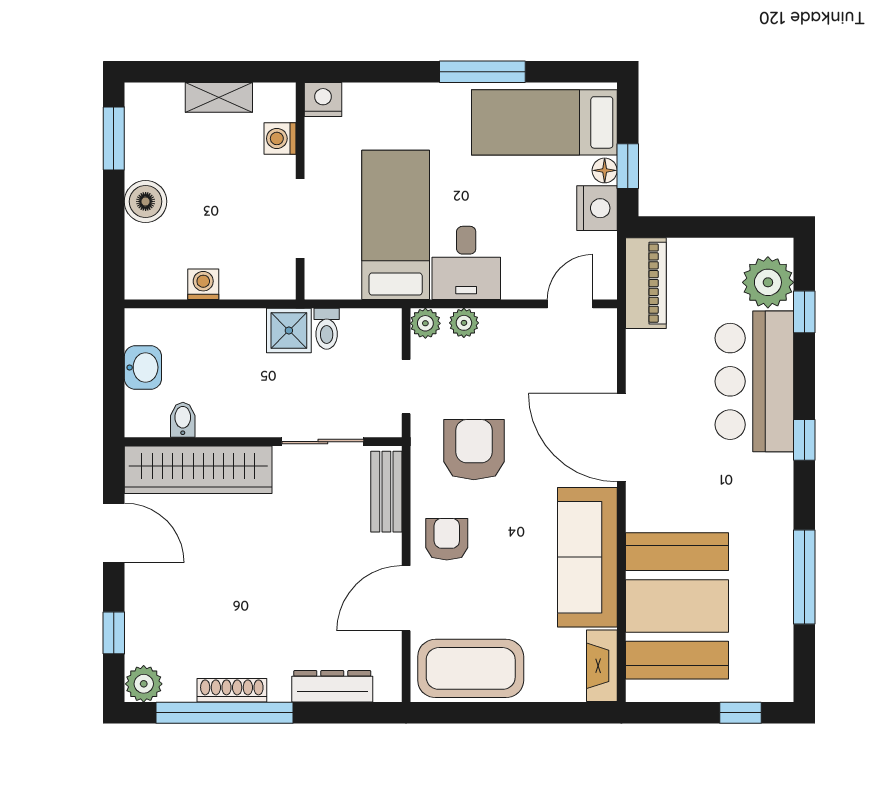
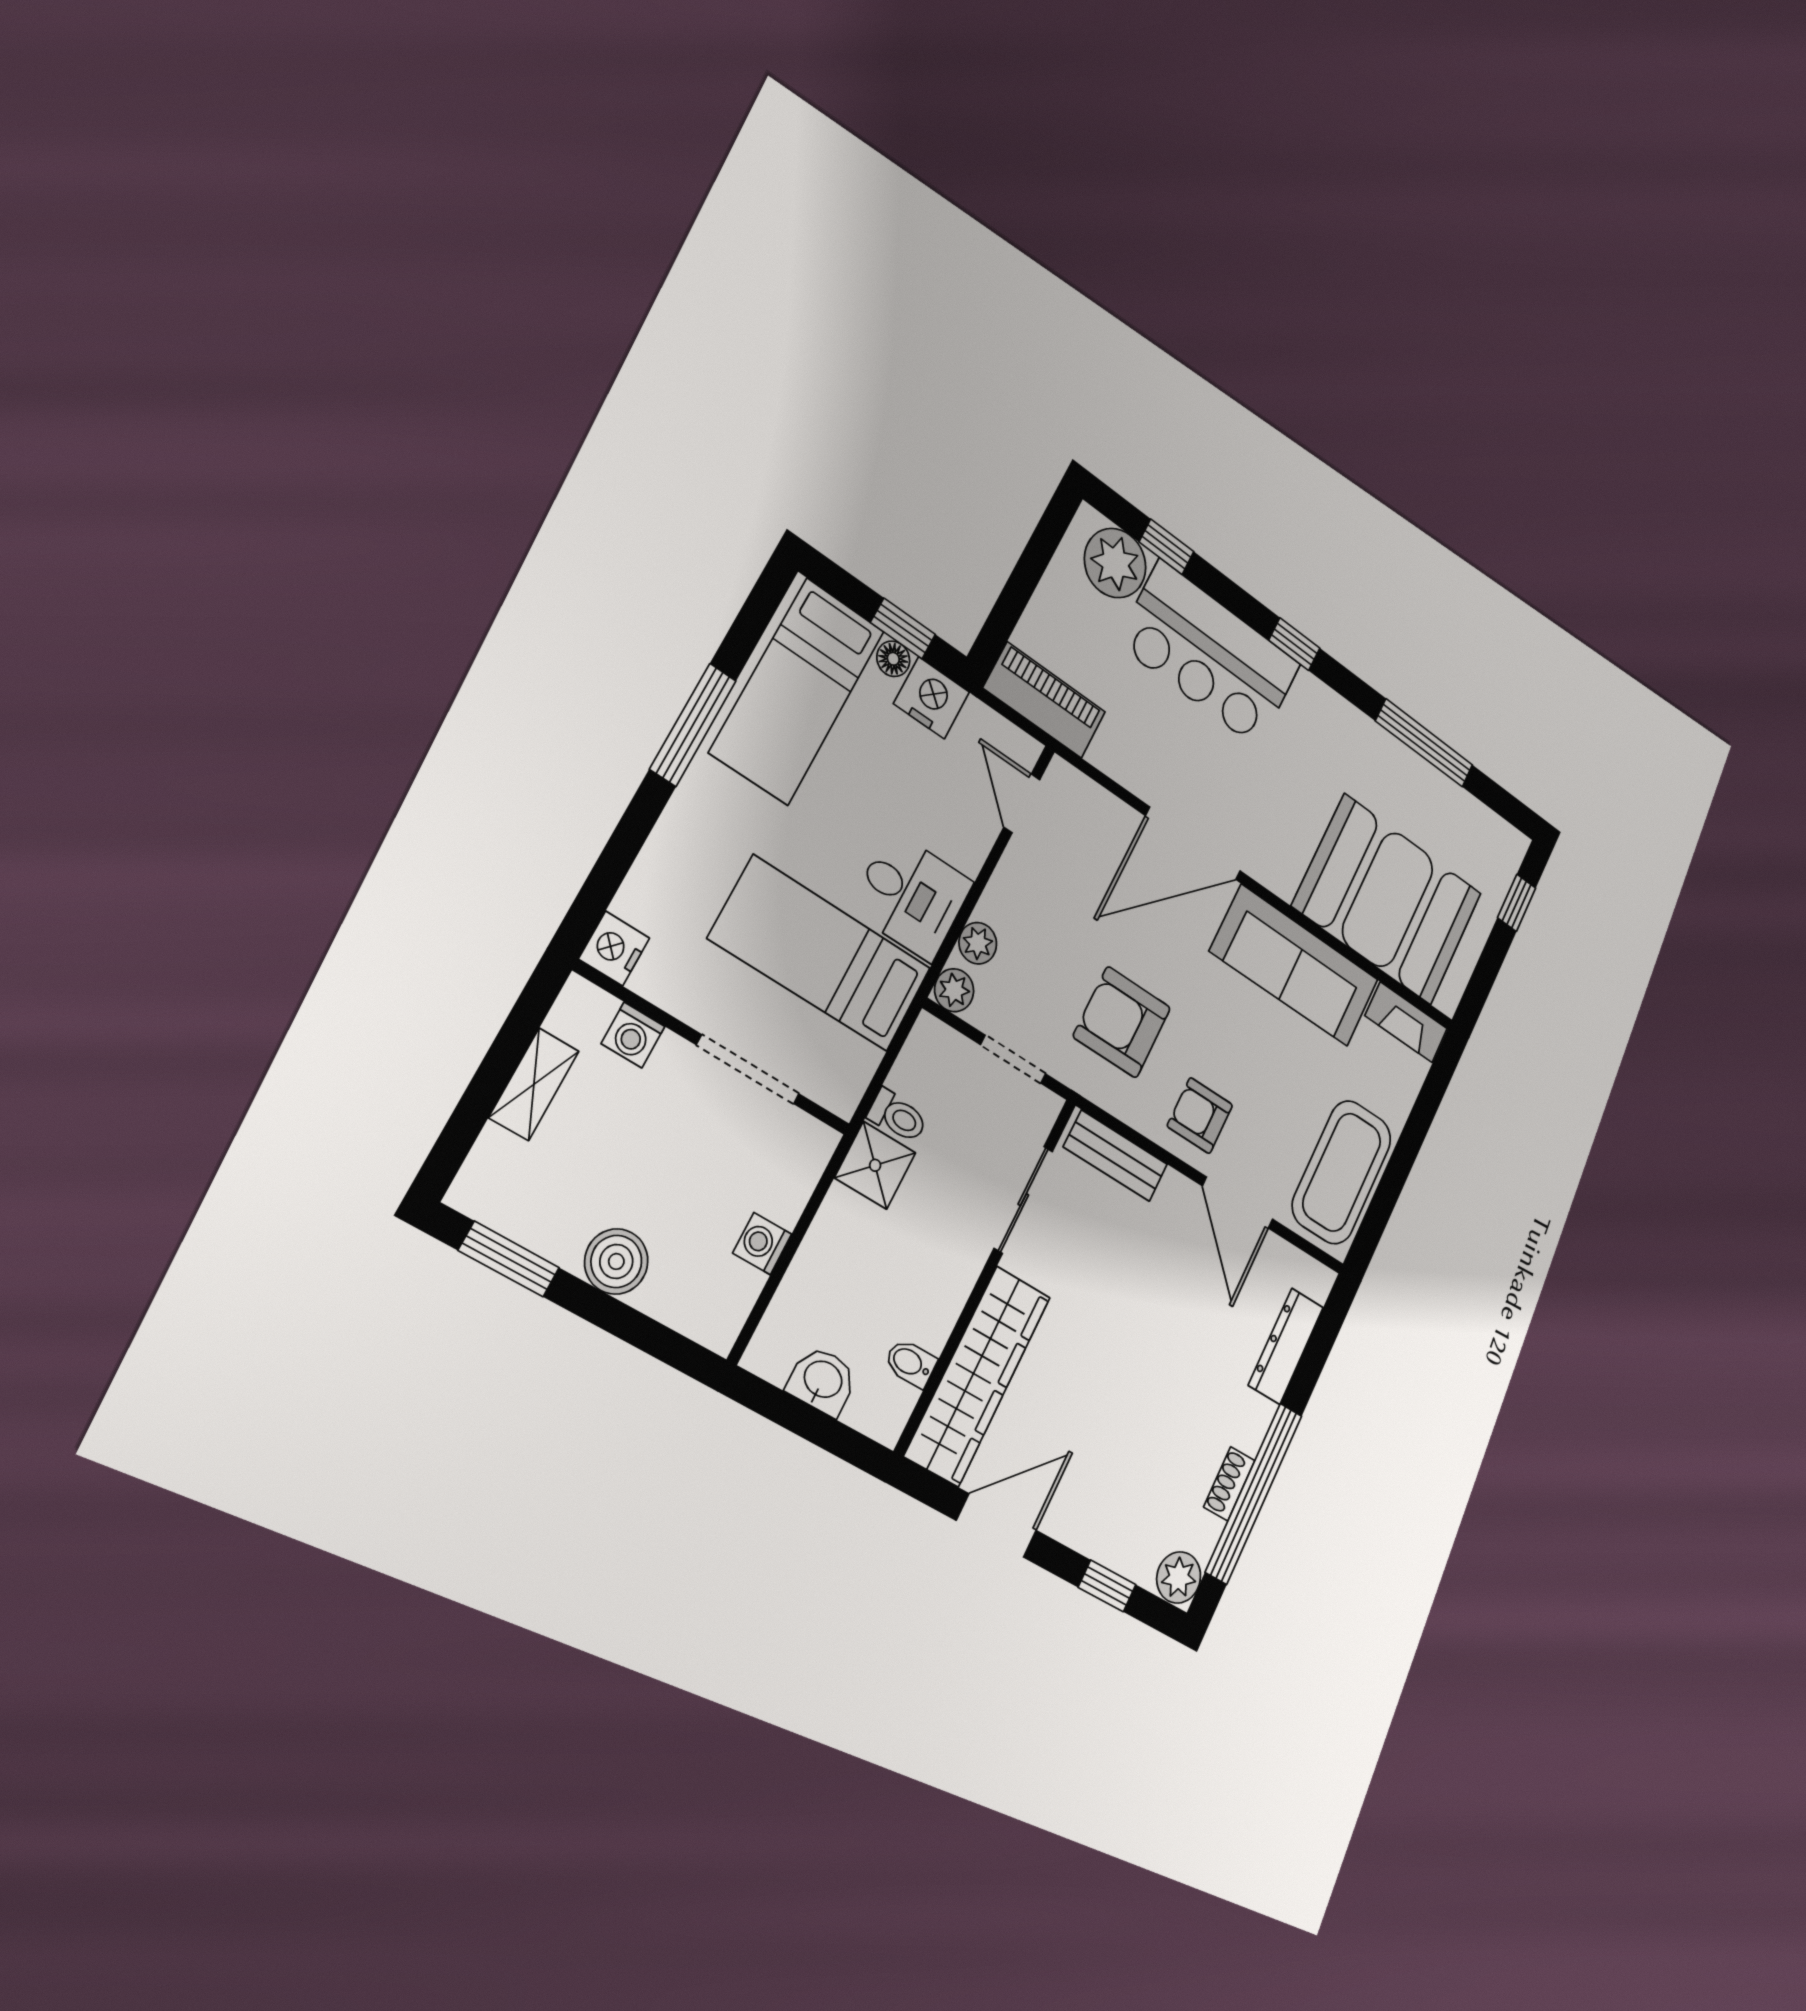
shoe rack: (232, 690) -> (1229, 1484), width x0.70

